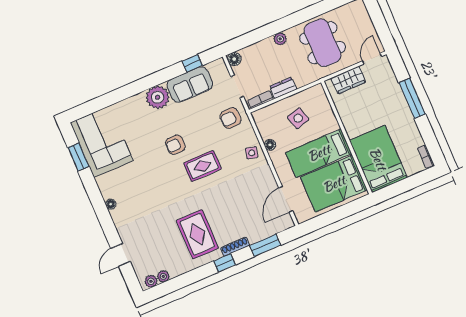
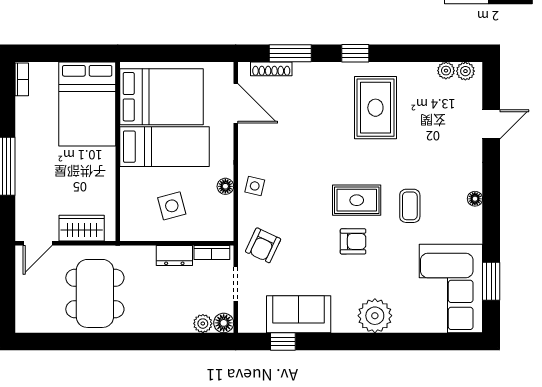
plant: (280, 39) -> (203, 324), moved
plant: (158, 97) -> (375, 316), moved
armchair: (230, 118) -> (263, 245), turned 118
rug: (202, 166) -> (357, 200), moved
coffee table: (149, 182) -> (410, 206), added
door: (286, 199) -> (236, 103), hinge flipped
shoe rack: (235, 247) -> (271, 69), moved

